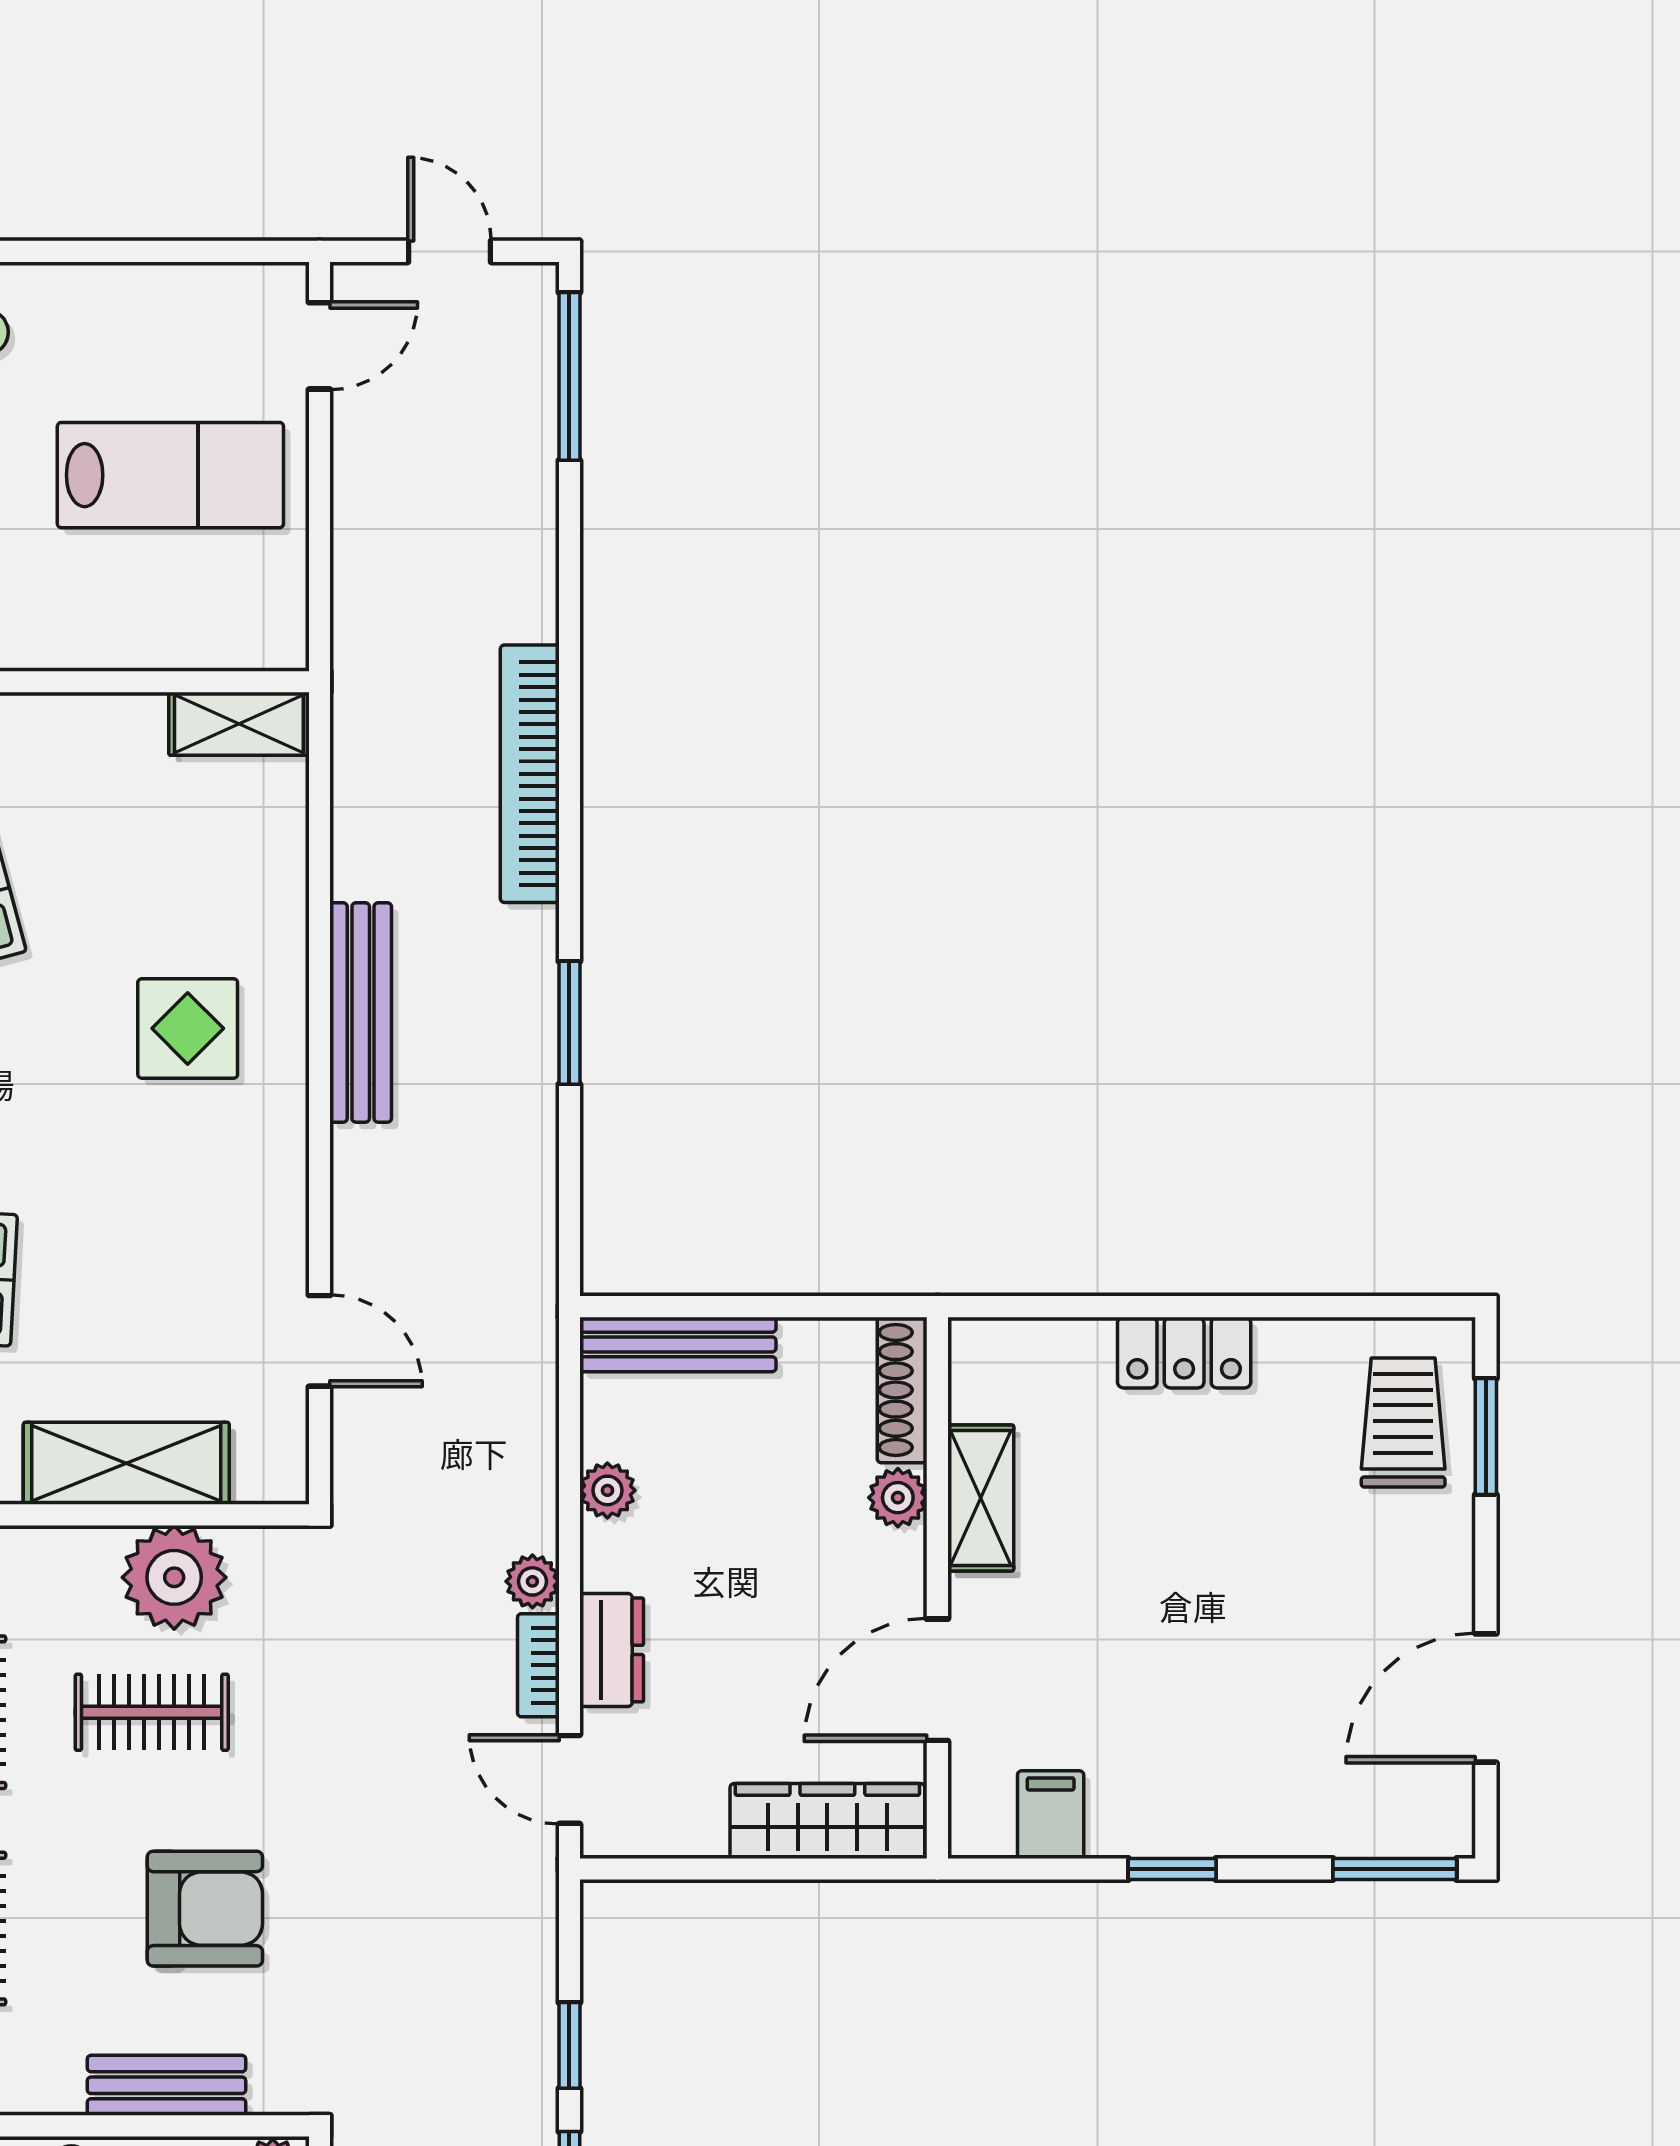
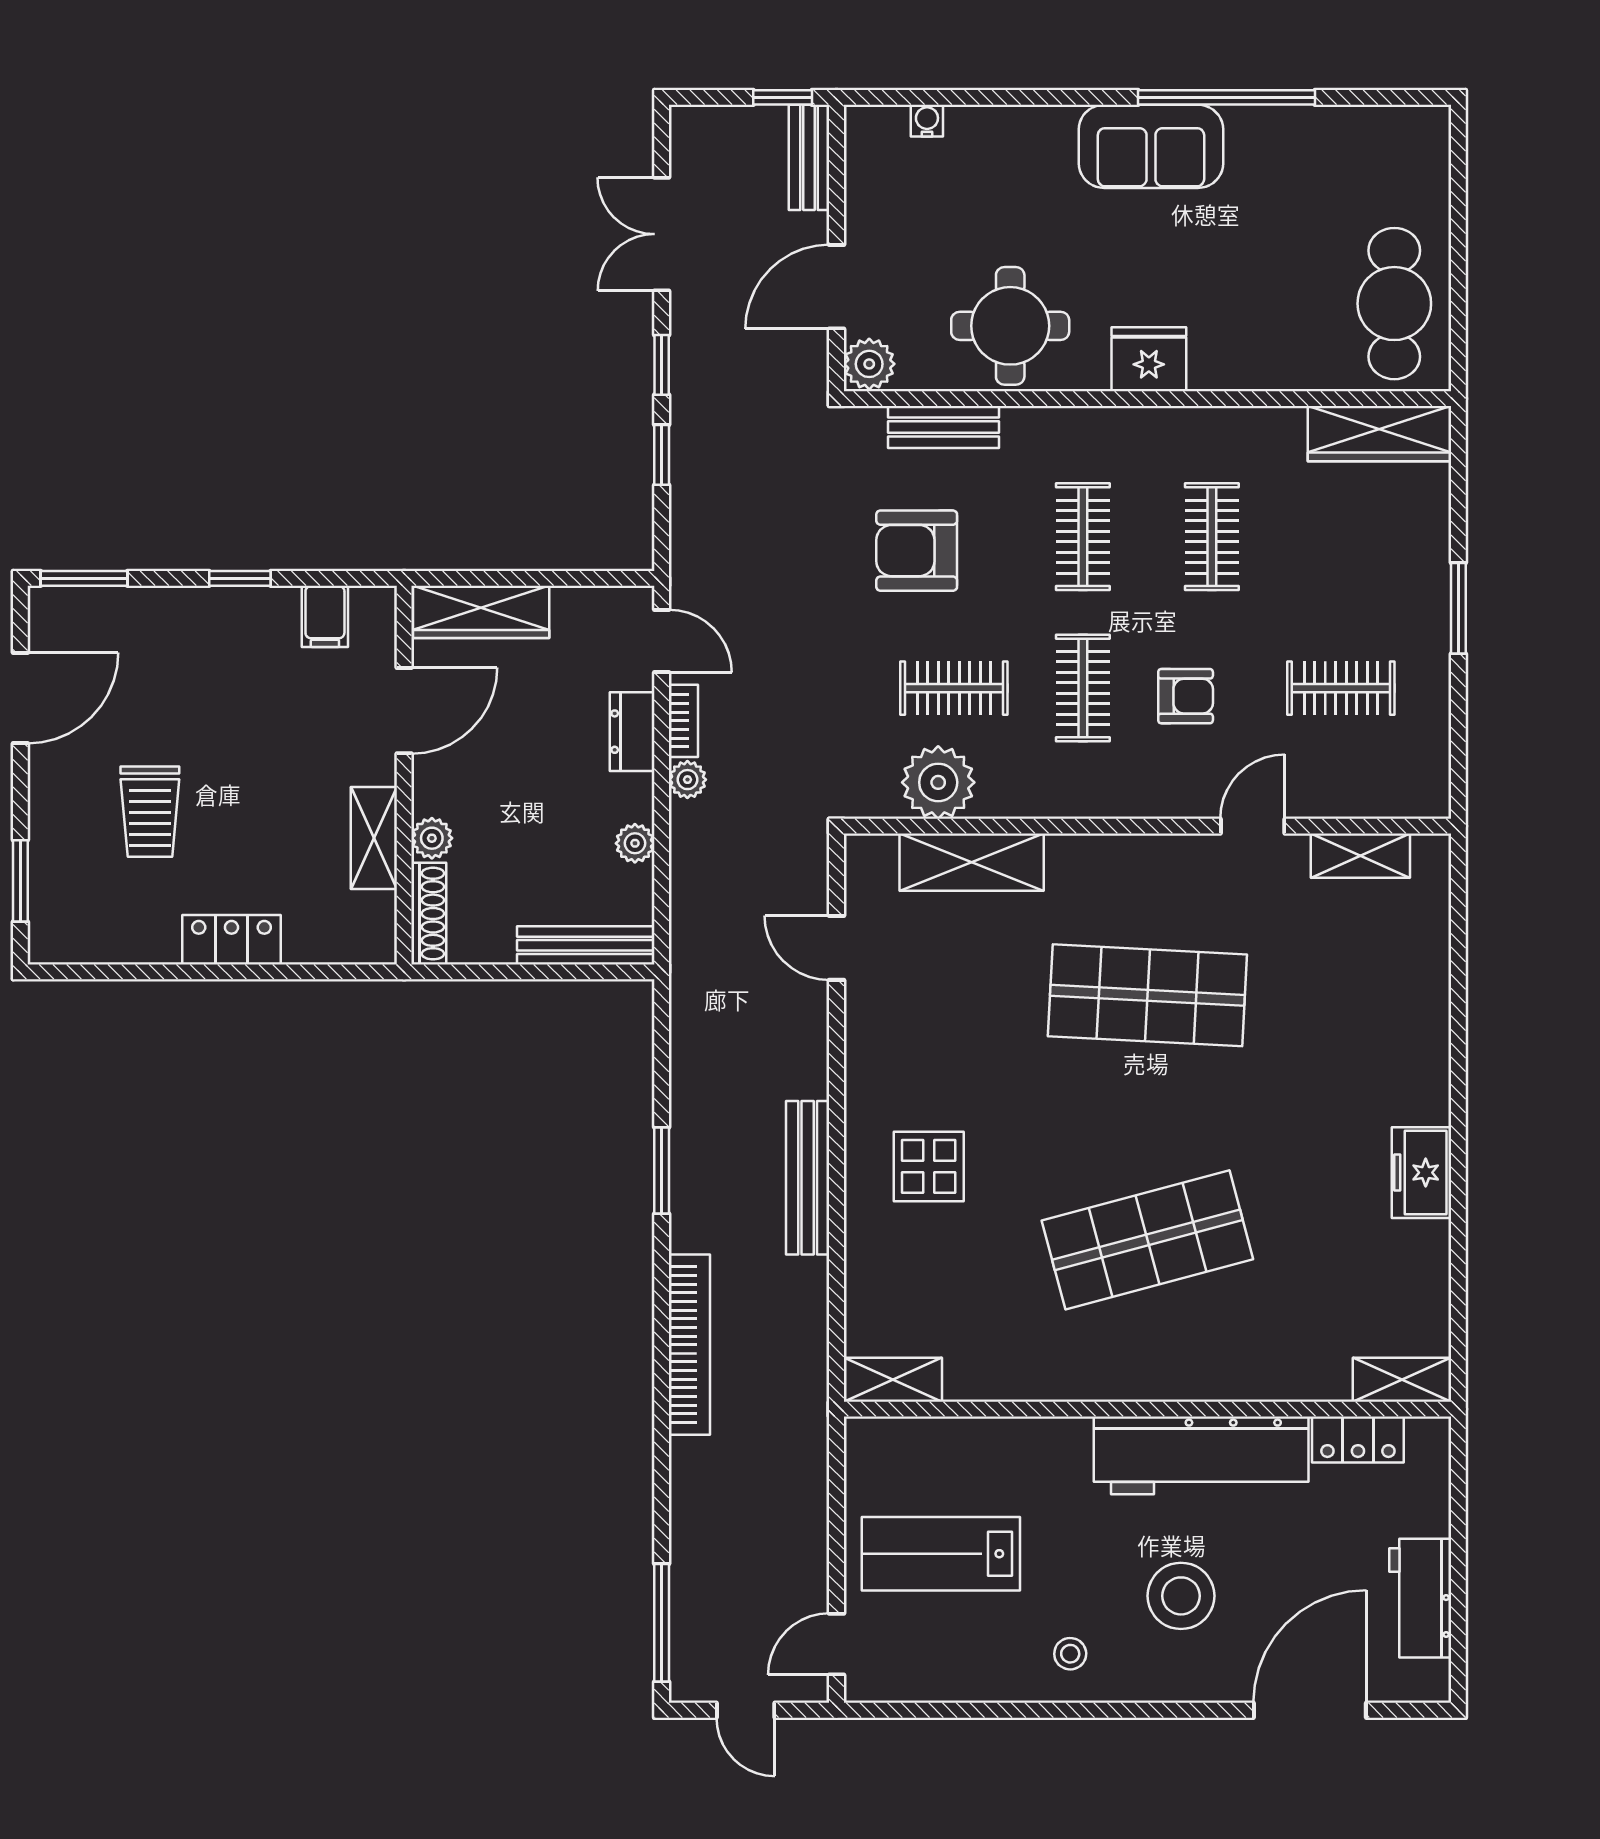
trolley: (1403, 1422) -> (150, 812), moved

